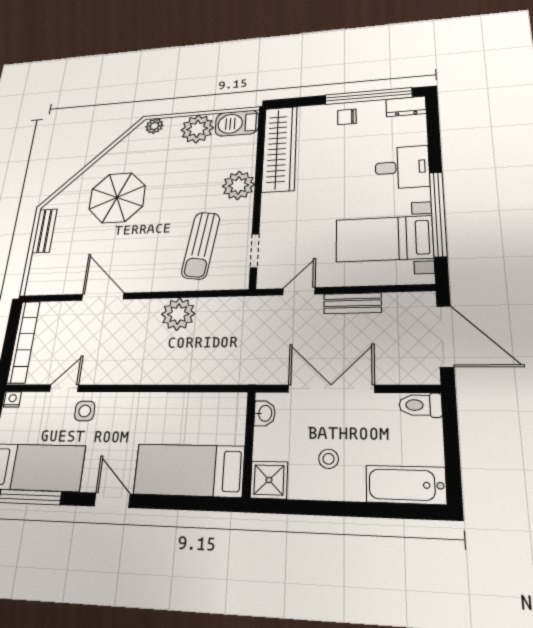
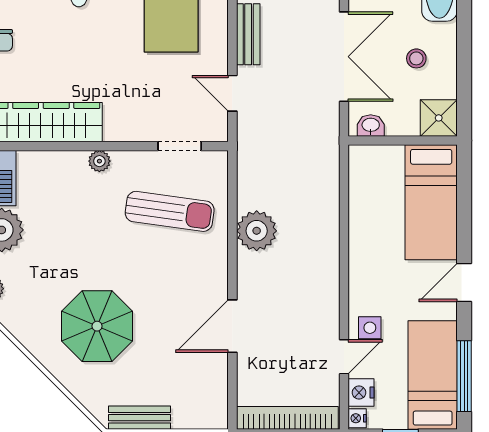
plant: (238, 185) -> (99, 161), width x0.53, depth x0.53
door: (64, 388) -> (344, 357), swing flipped
double door: (331, 389) -> (344, 57), swing flipped
nightstand: (32, 403) -> (361, 393), added

